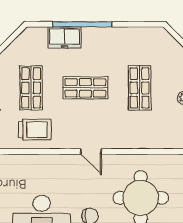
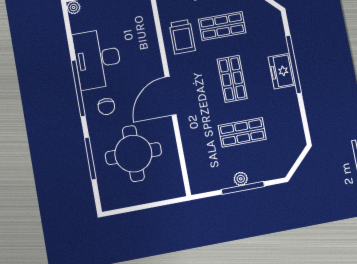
freezer: (64, 37) -> (282, 71), moved
door: (91, 151) -> (171, 96), width x1.87

